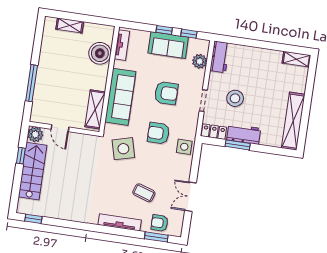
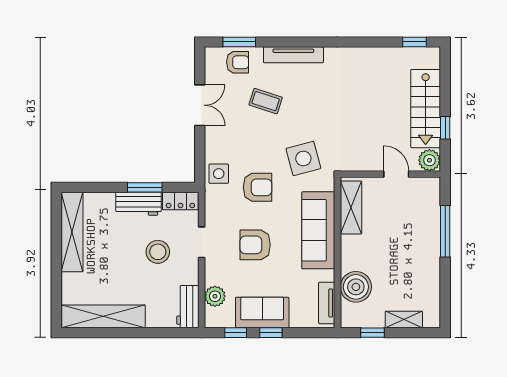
window: (93, 20) -> (372, 333), added
shelving: (296, 59) -> (103, 316), width x2.20, depth x1.33

